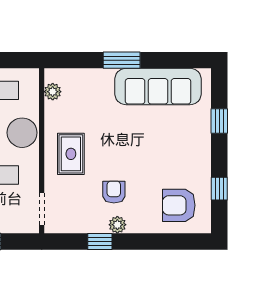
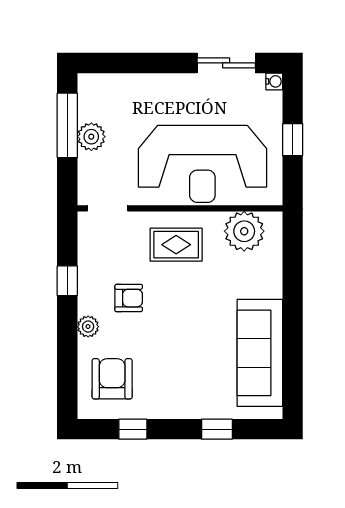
window: (122, 60) -> (293, 308), removed
plant: (53, 92) -> (244, 231), width x1.87, depth x1.87
plant: (117, 225) -> (88, 327), moved

